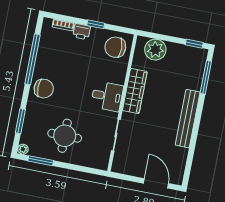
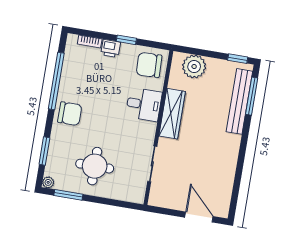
desk: (107, 96) -> (144, 104), moved
bench: (188, 119) -> (239, 101), moved

